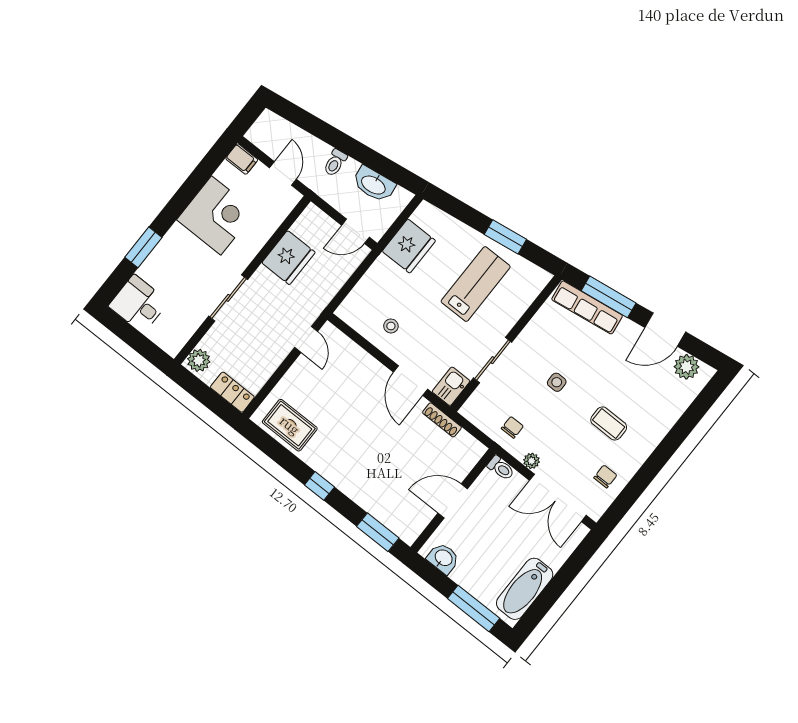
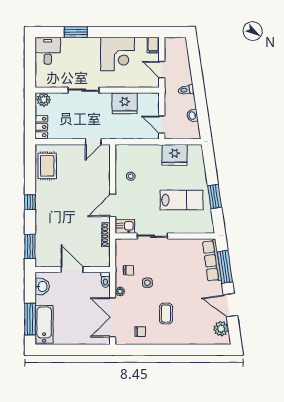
door: (283, 174) -> (162, 70), swing flipped
washbasin: (374, 184) -> (192, 116), width x0.52, depth x0.69
side table: (557, 382) -> (147, 283), moved
bathtub: (525, 589) -> (44, 324), moved, turned 90

